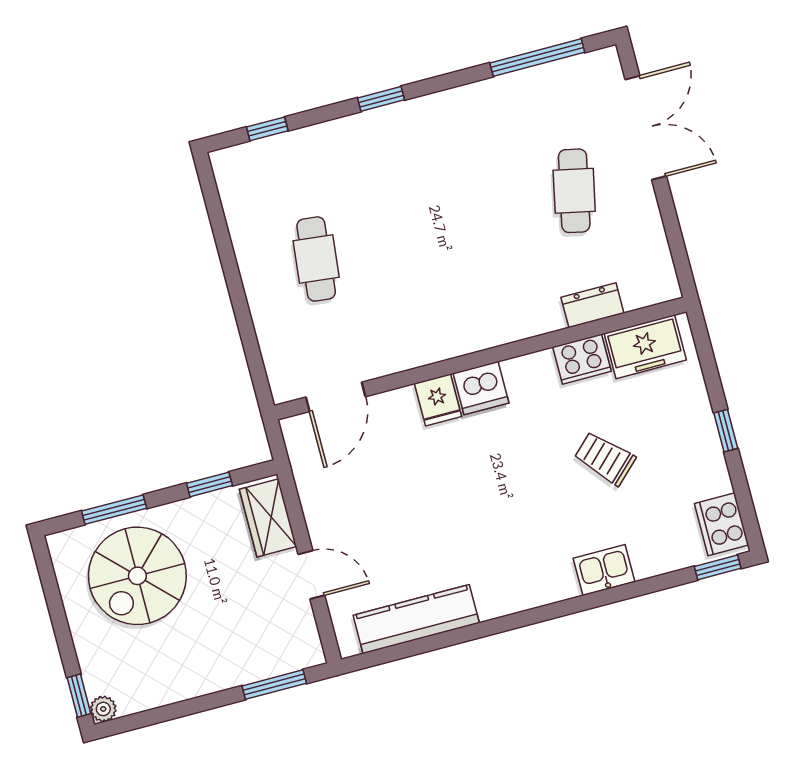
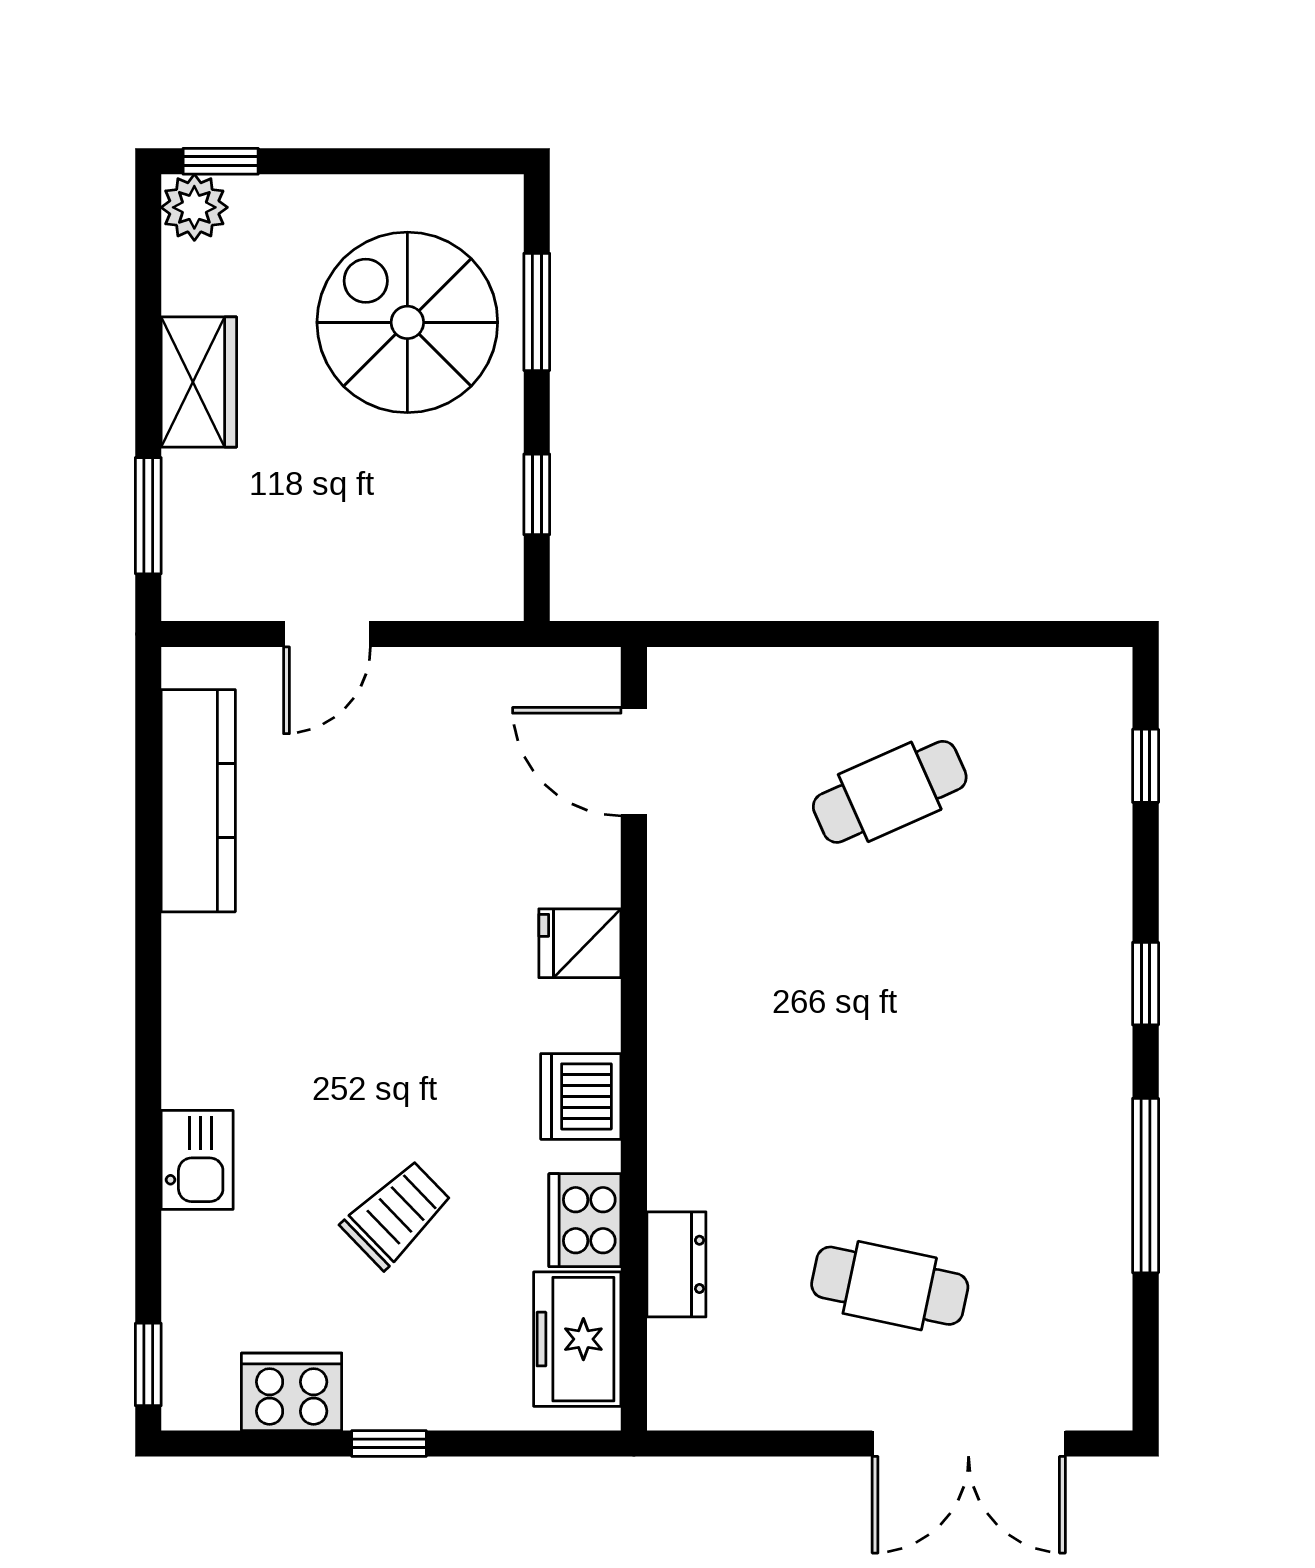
window: (537, 58) -> (1146, 1186), moved
cafe table: (316, 259) -> (890, 792), turned -30
dishwasher: (481, 388) -> (581, 1096), moved
wardrobe: (268, 518) -> (199, 382), moved, turned 90
cooker: (722, 524) -> (292, 1392), moved
plant: (103, 709) -> (194, 207), width x1.38, depth x1.38

